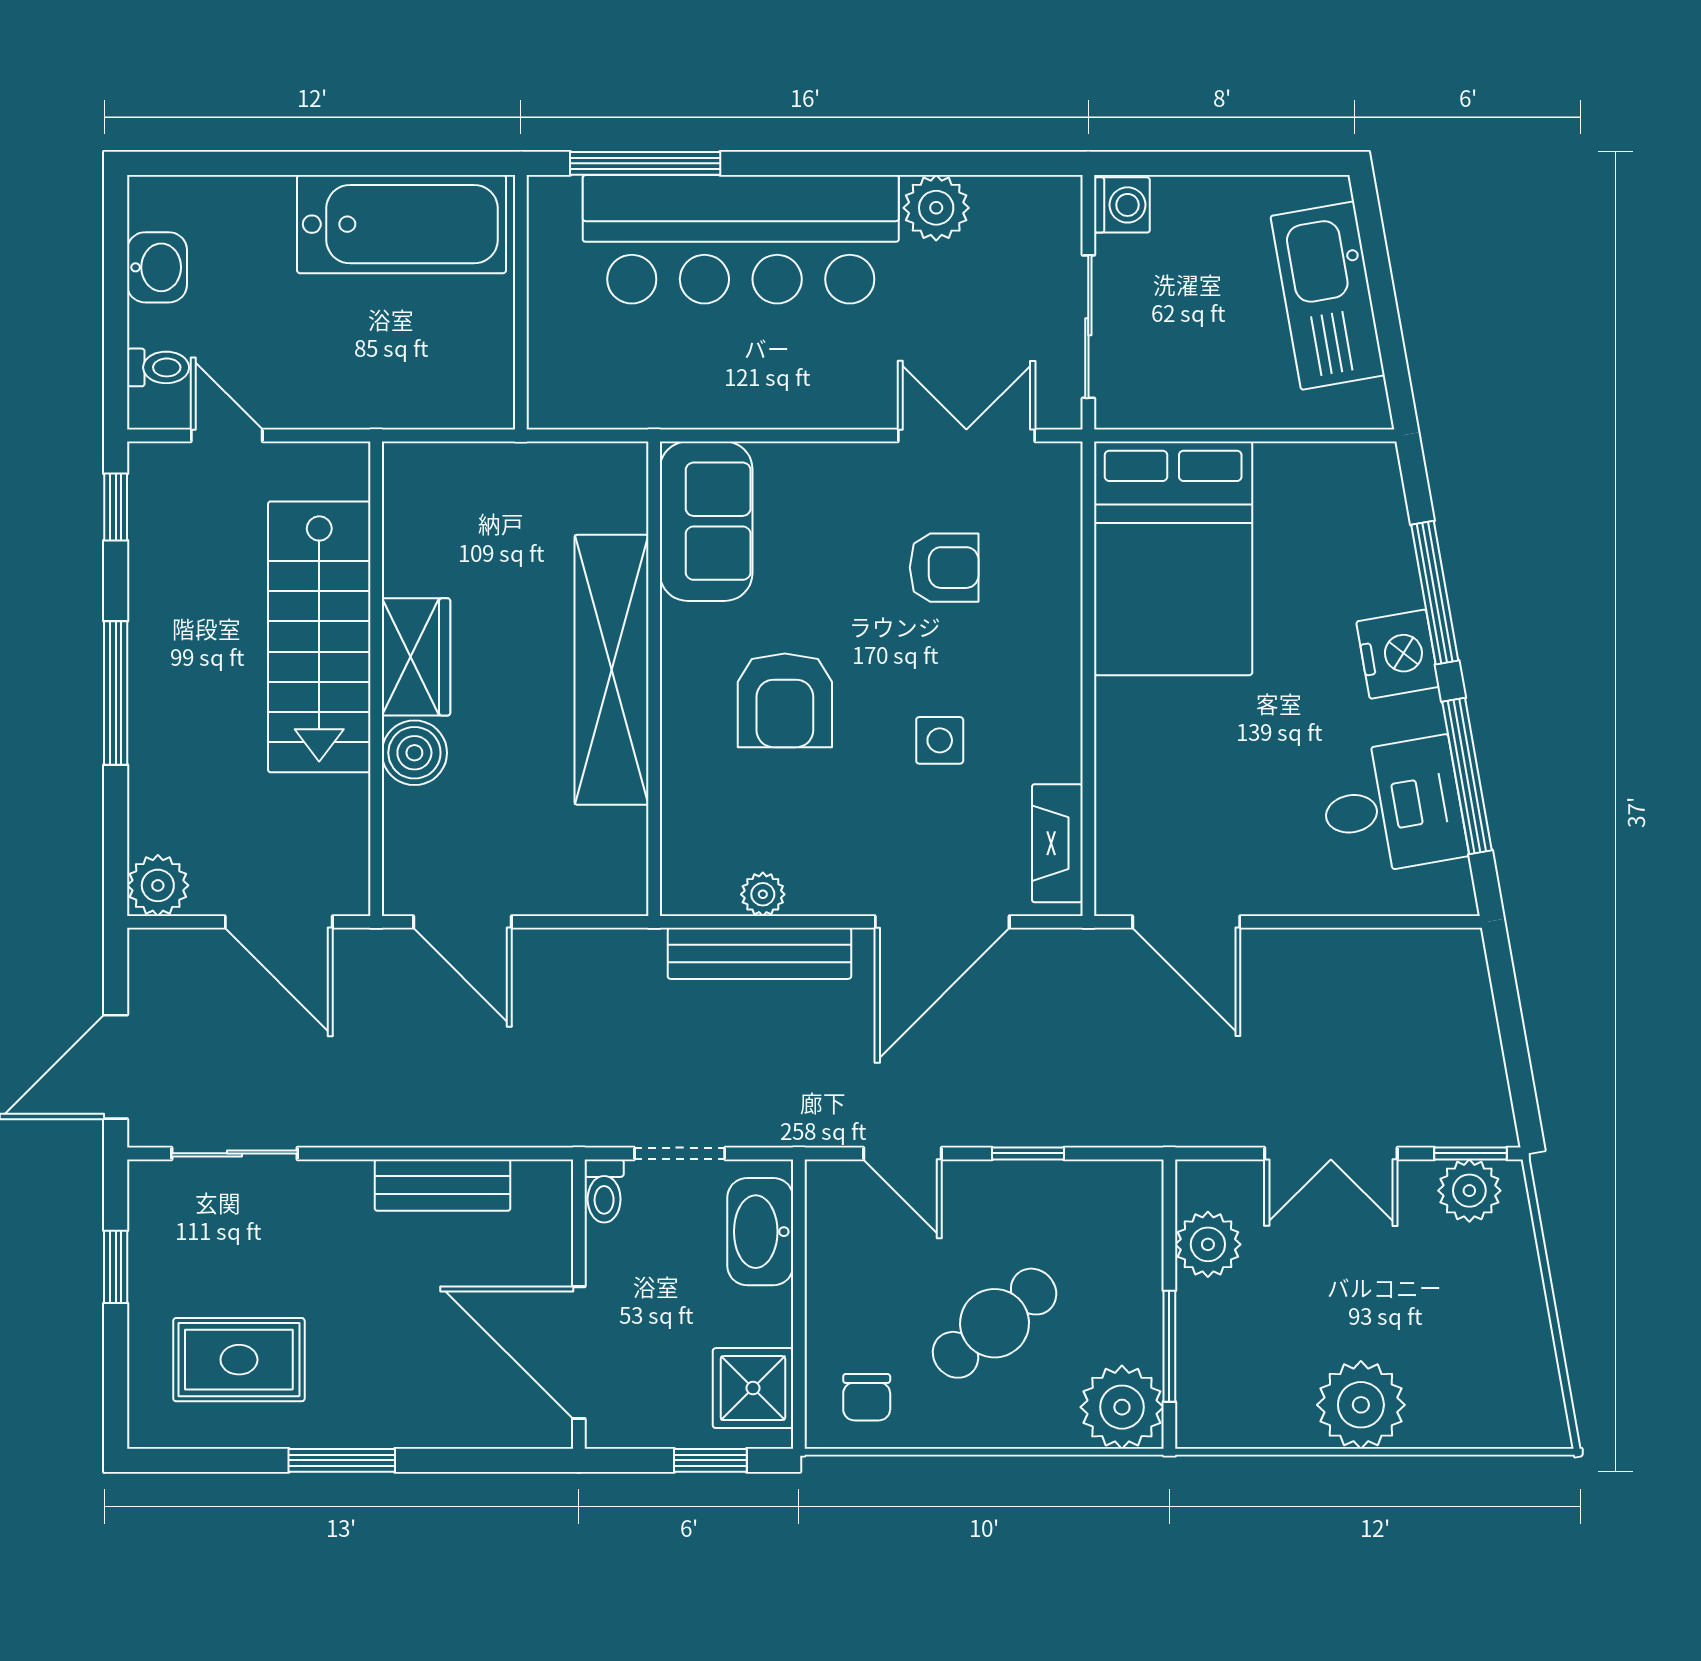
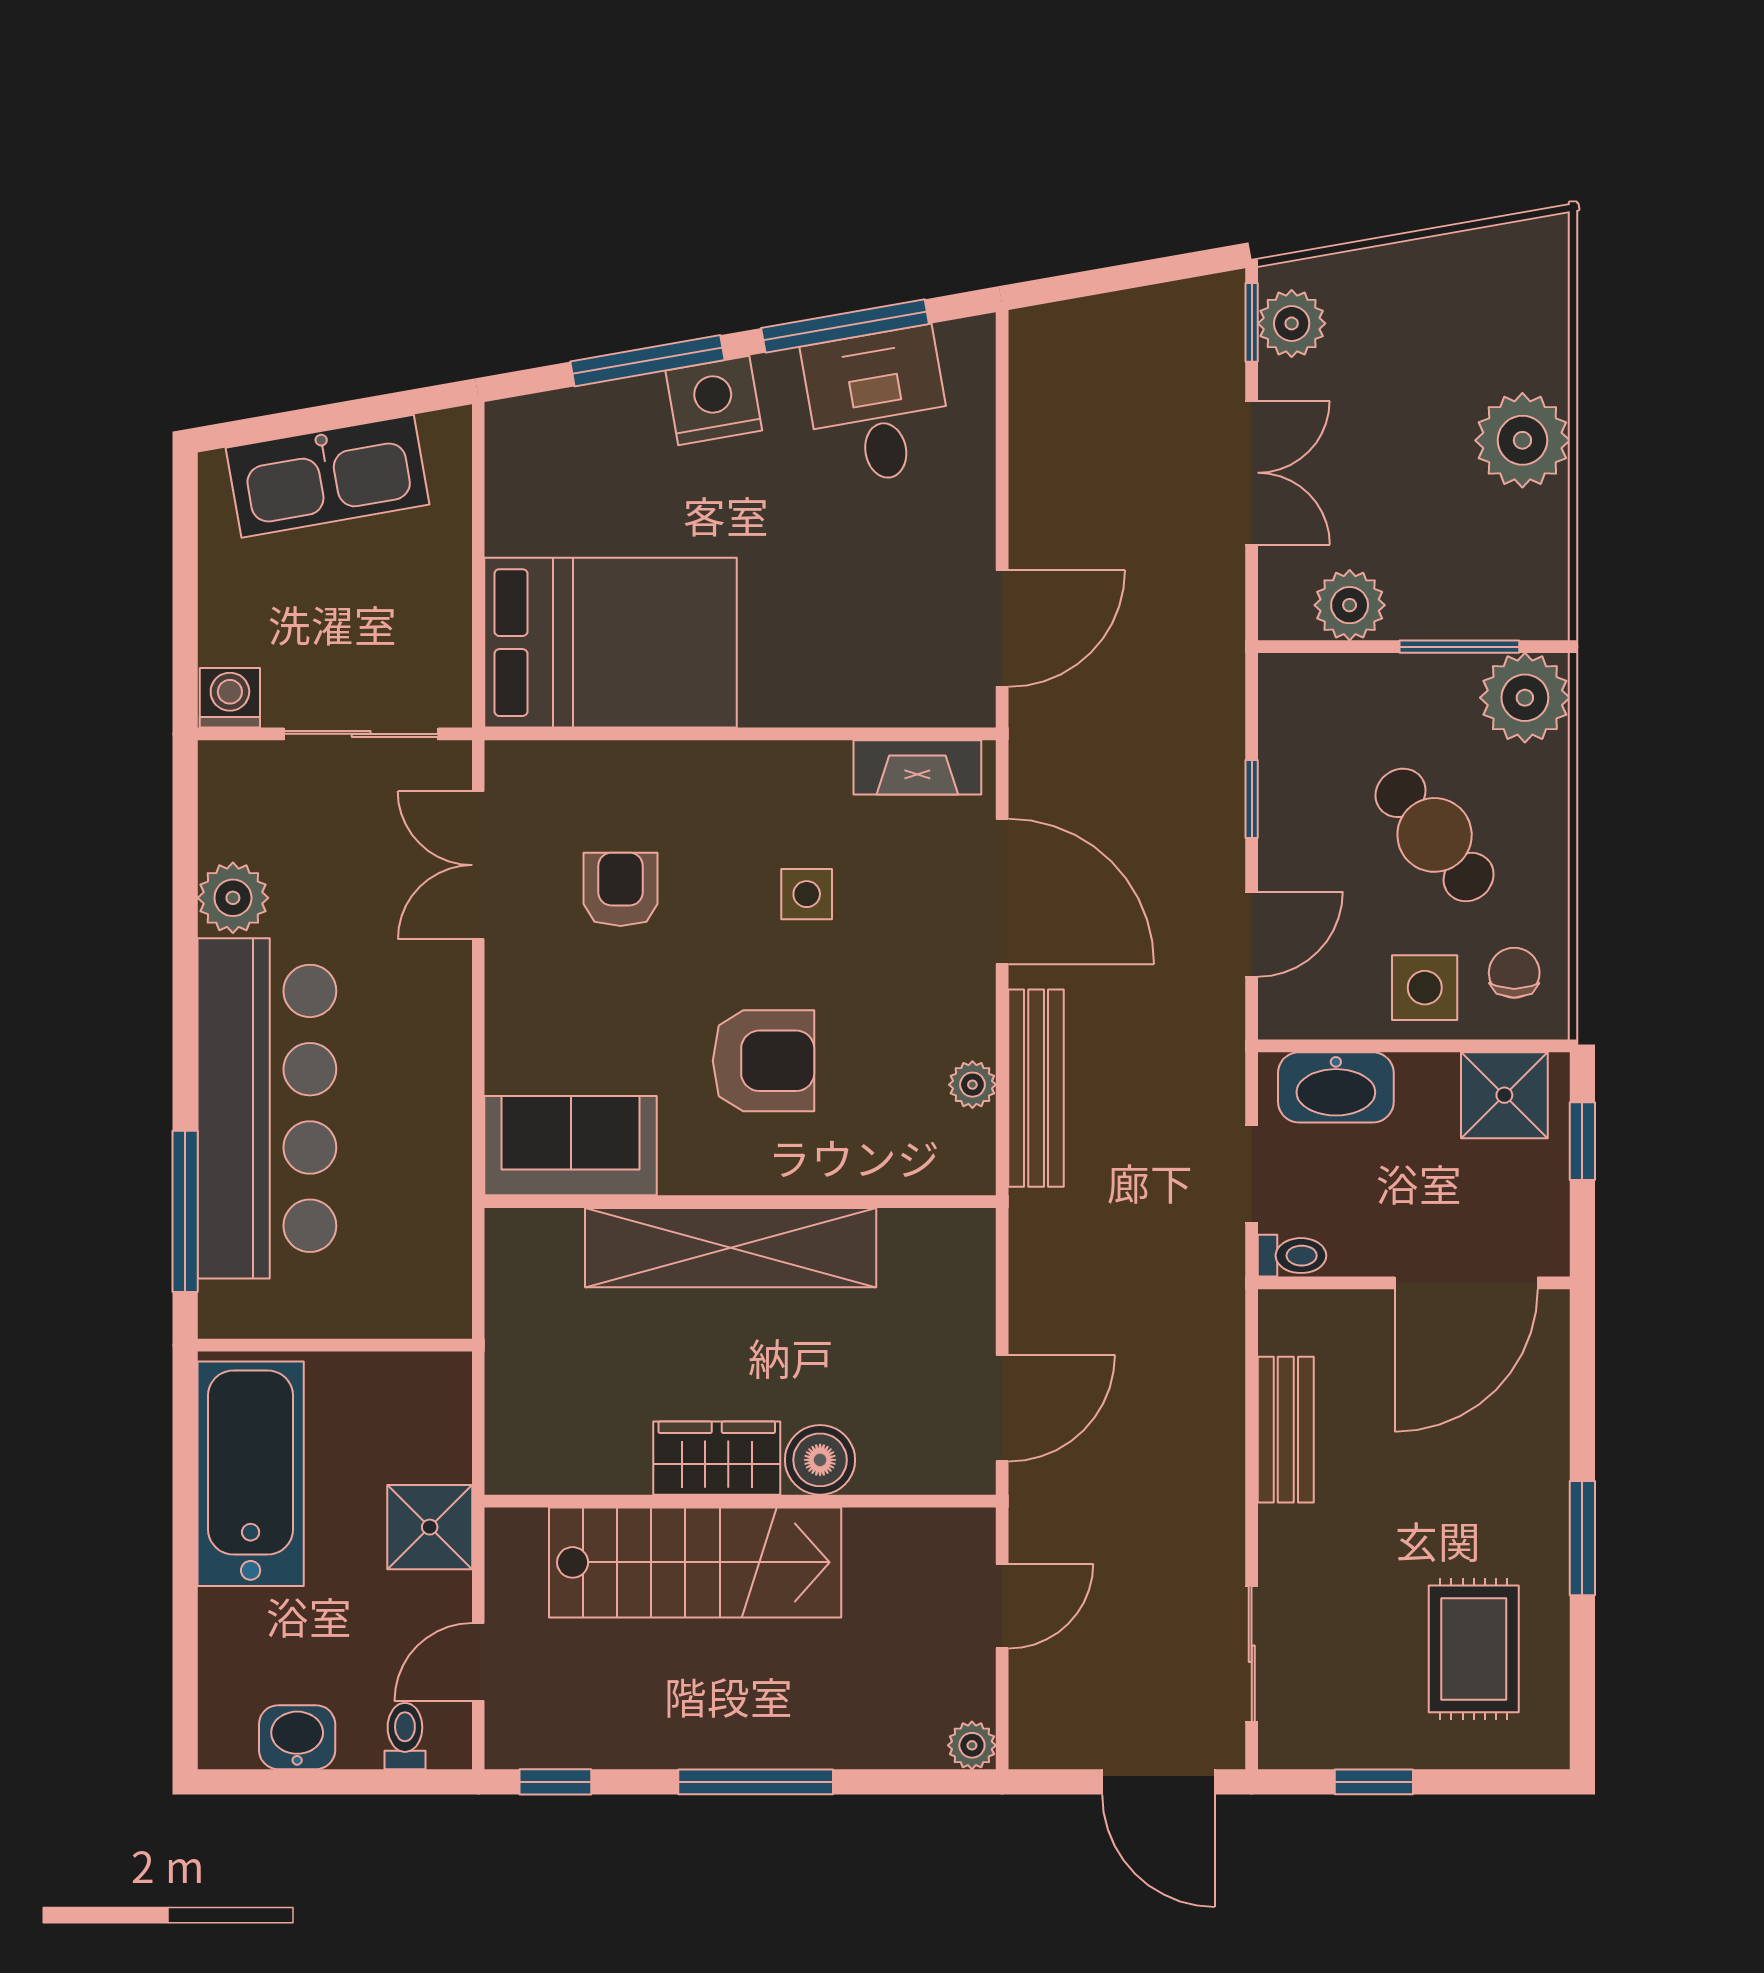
shower: (352, 390) -> (430, 1527), added
plant: (158, 885) -> (972, 1745), width x0.73, depth x0.73
door: (279, 922) -> (1002, 1606), width x0.73
side table: (853, 1314) -> (1425, 988), added
chair: (867, 1397) -> (1514, 973), turned -90

